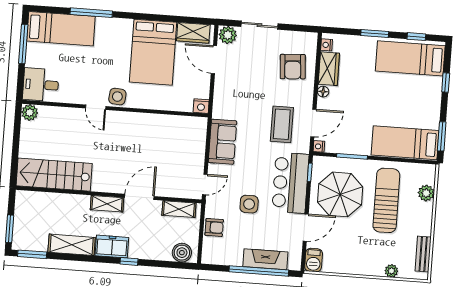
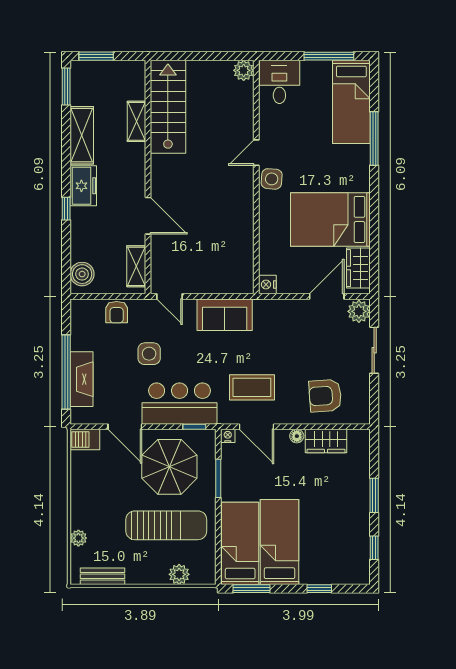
nightstand: (327, 45) -> (355, 436), removed
bed: (410, 58) -> (280, 542), moved
shelving: (107, 204) -> (136, 121), moved

